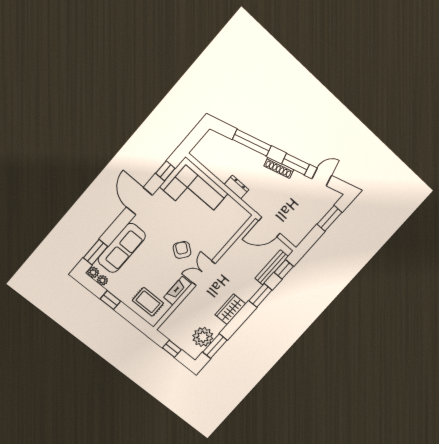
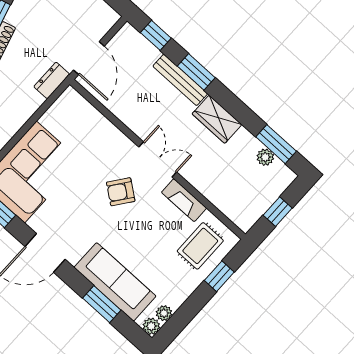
dresser: (236, 187) -> (52, 80), moved
window: (96, 252) -> (102, 304), moved
bench: (272, 267) -> (180, 80), moved
double door: (204, 273) -> (158, 159), swing flipped
window: (110, 300) -> (219, 276), moved
plant: (203, 337) -> (265, 157), width x0.53, depth x0.53

